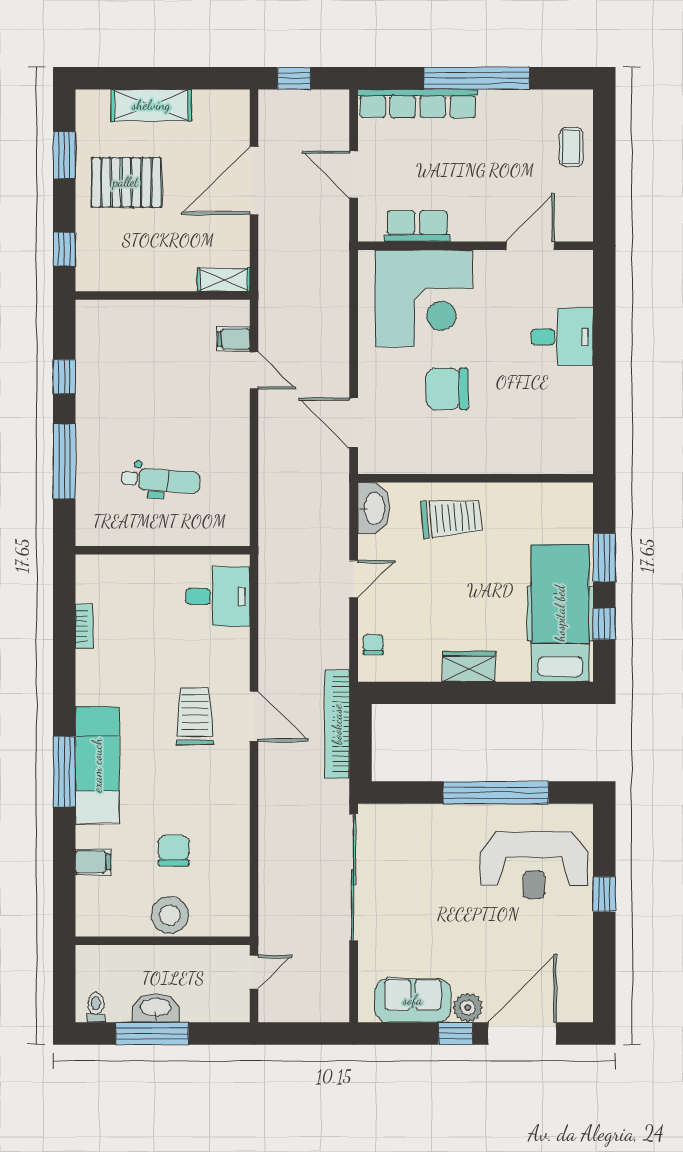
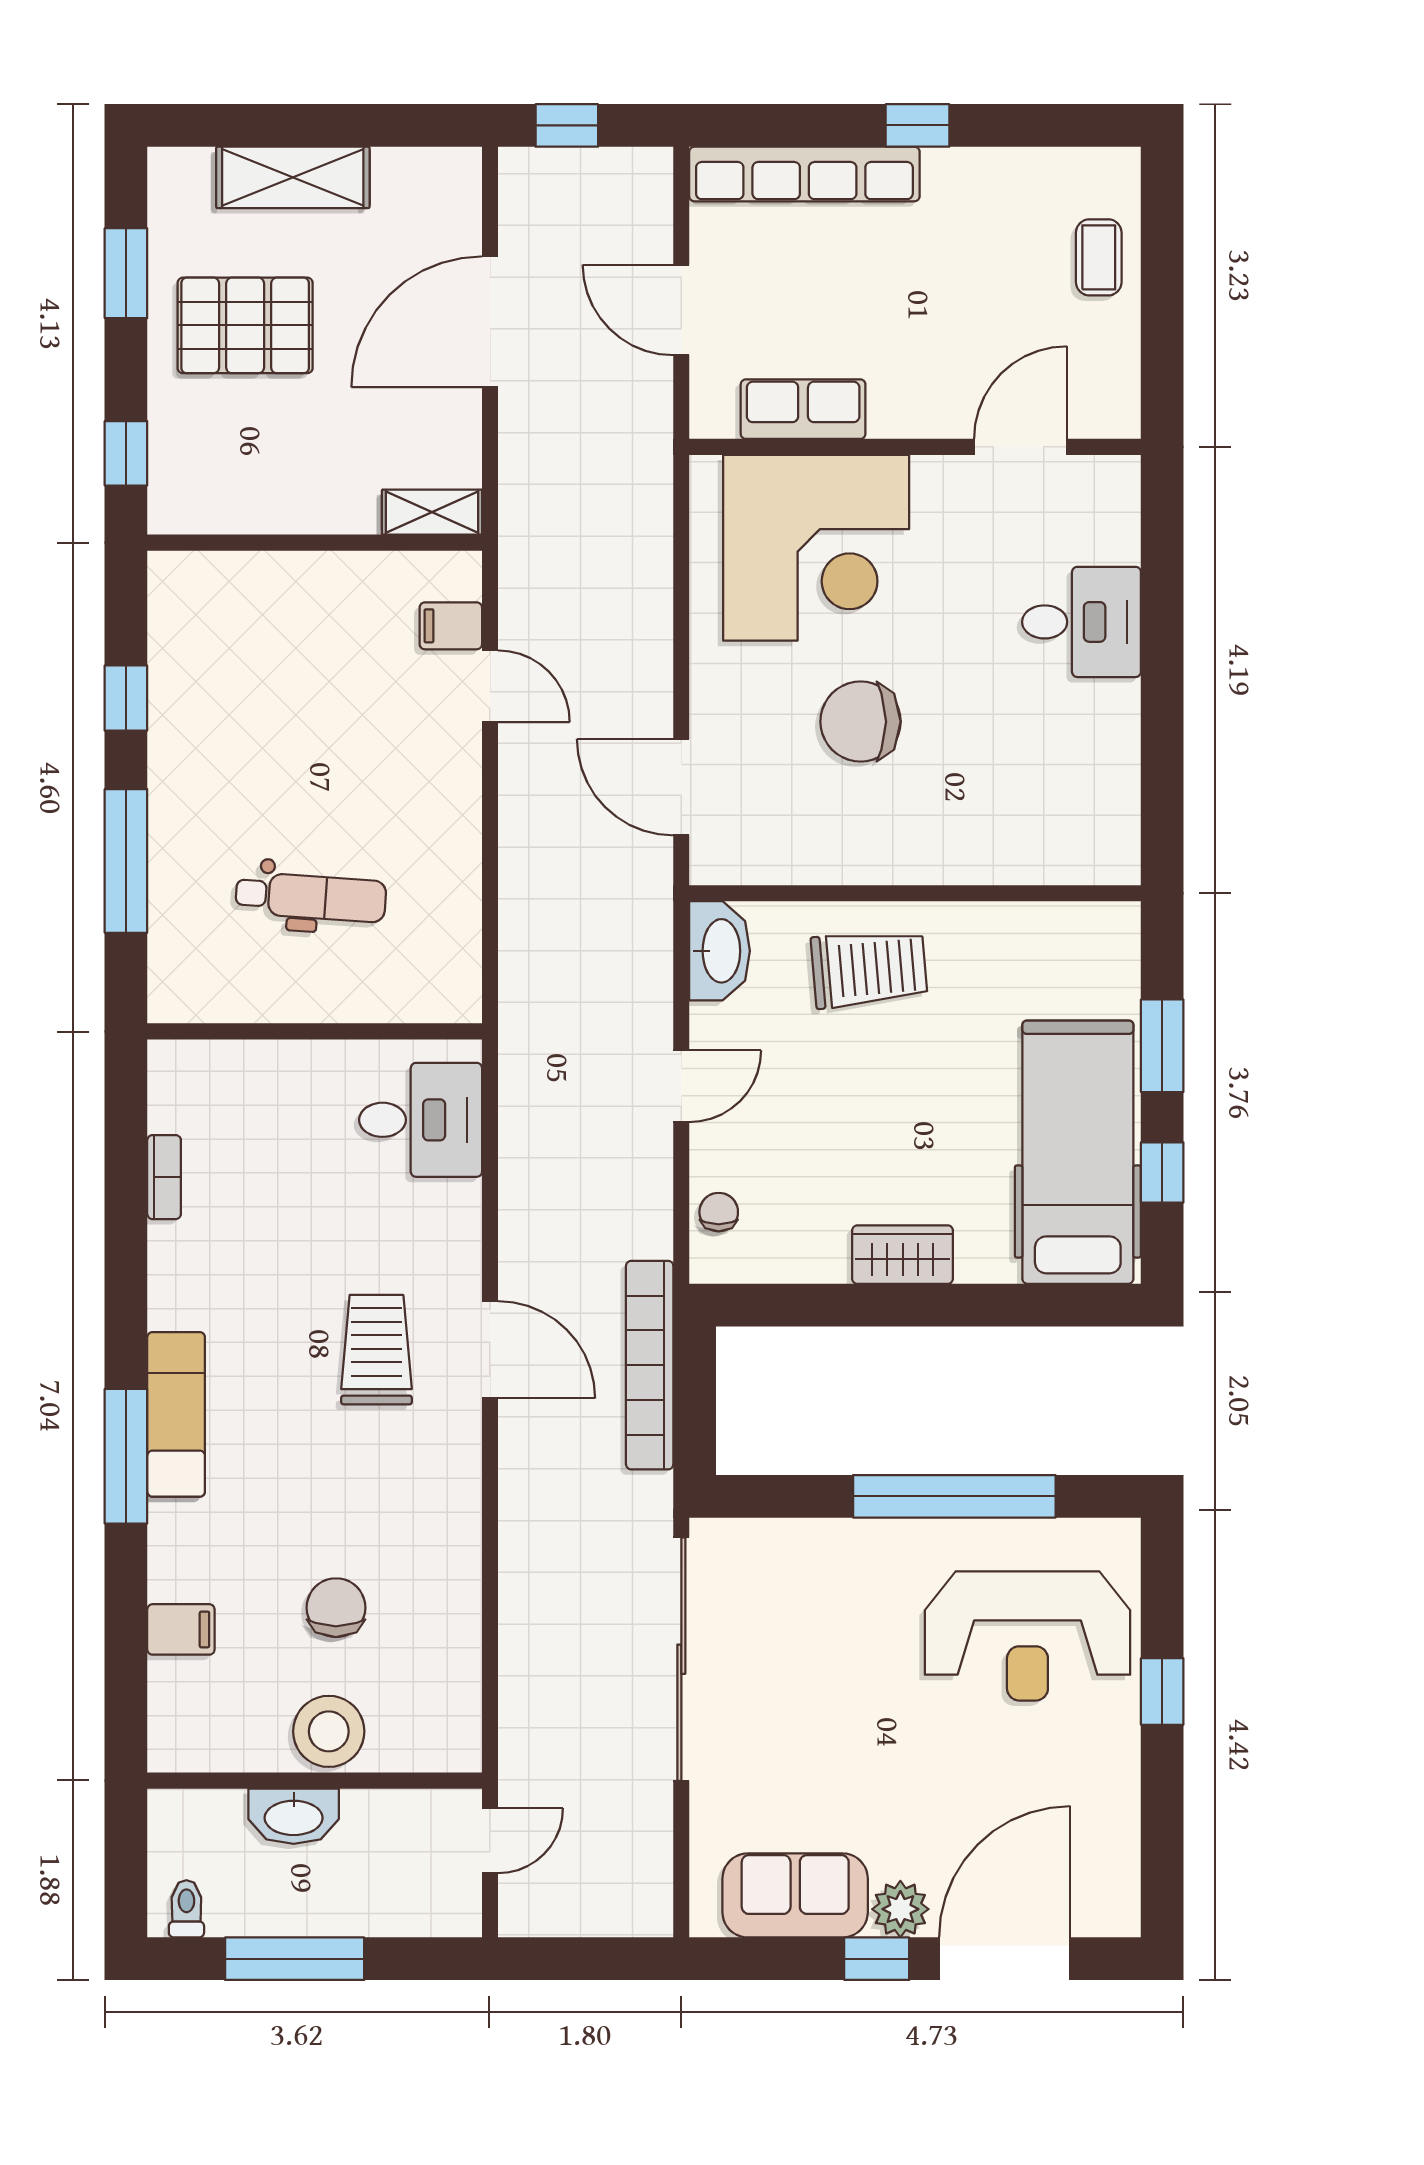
window: (477, 78) -> (918, 125), width x0.32
exam couch: (97, 765) -> (176, 1414), width x0.73, depth x0.69
washbasin: (156, 1008) -> (294, 1816), moved, turned 180

